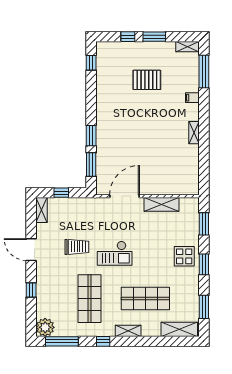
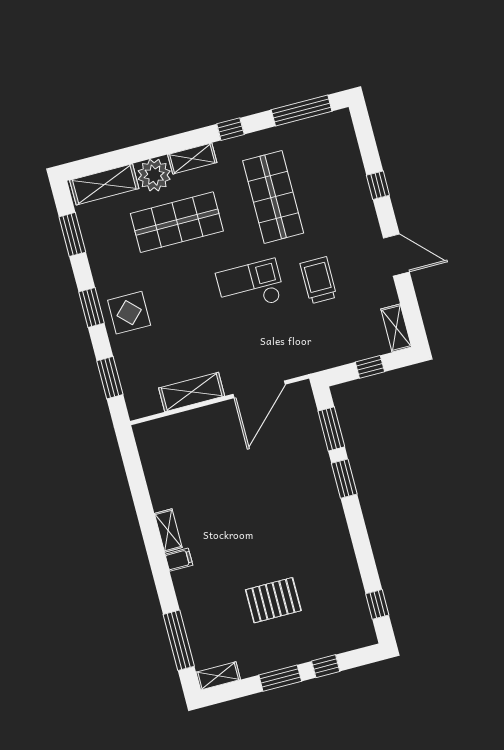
filing cabinet: (192, 98) -> (179, 560), moved
trolley: (77, 247) -> (318, 280), turned 90
plant: (45, 327) -> (154, 175), moved

